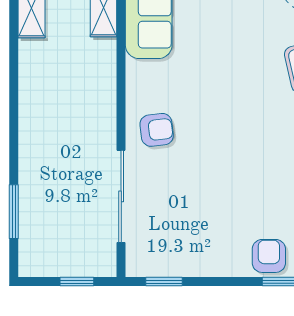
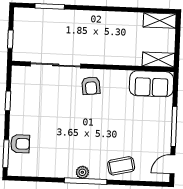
window: (164, 282) -> (8, 101), moved

